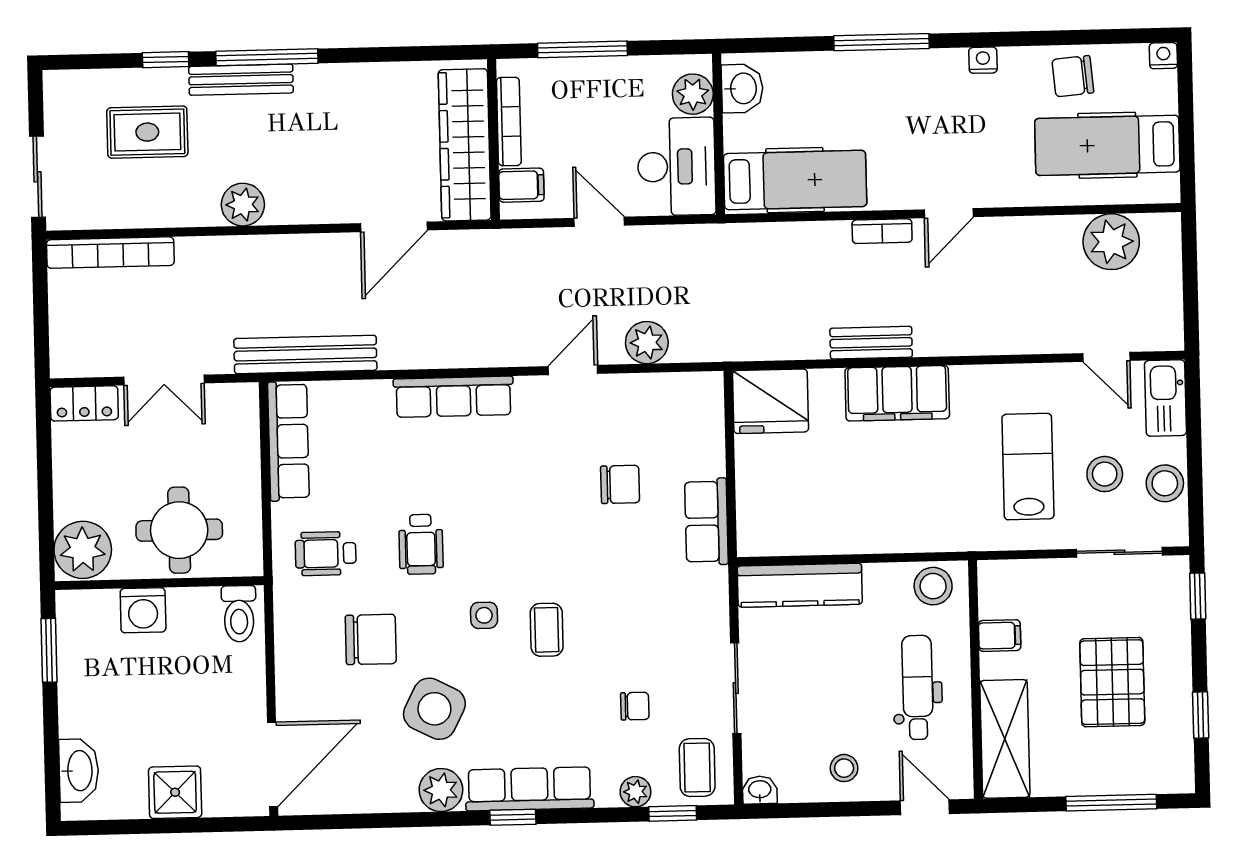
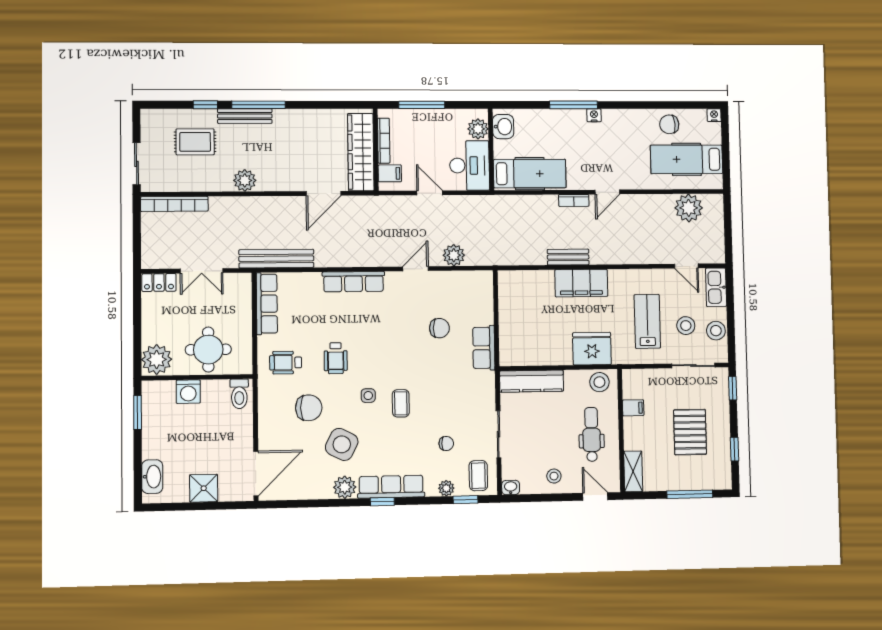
nightstand: (983, 60) -> (594, 115), moved
fridge: (771, 401) -> (592, 349), moved, turned 180
shelving: (1005, 739) -> (633, 471), width x0.67, depth x0.75

